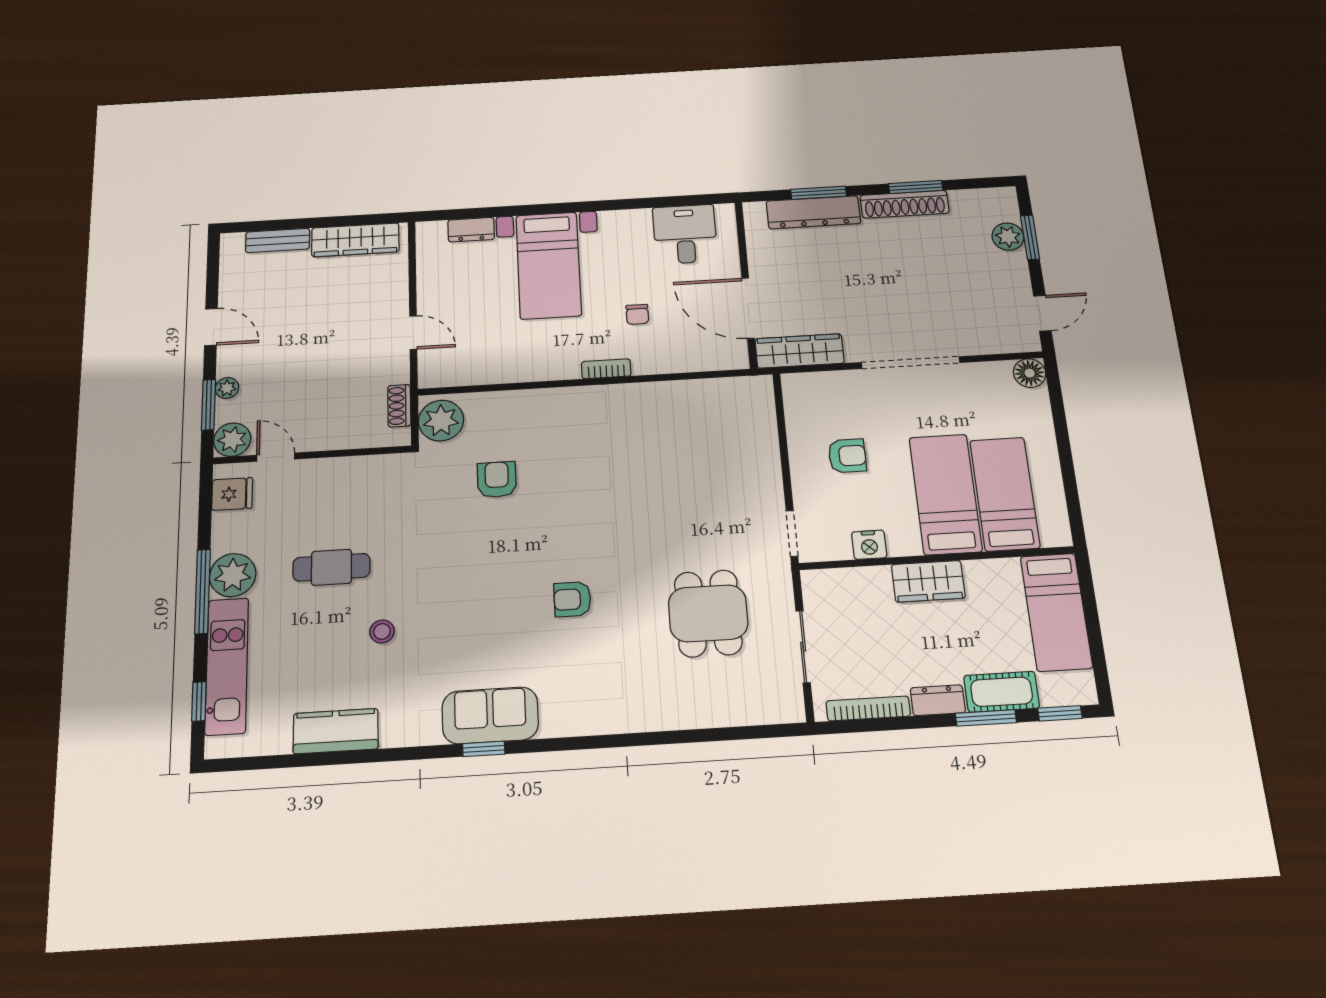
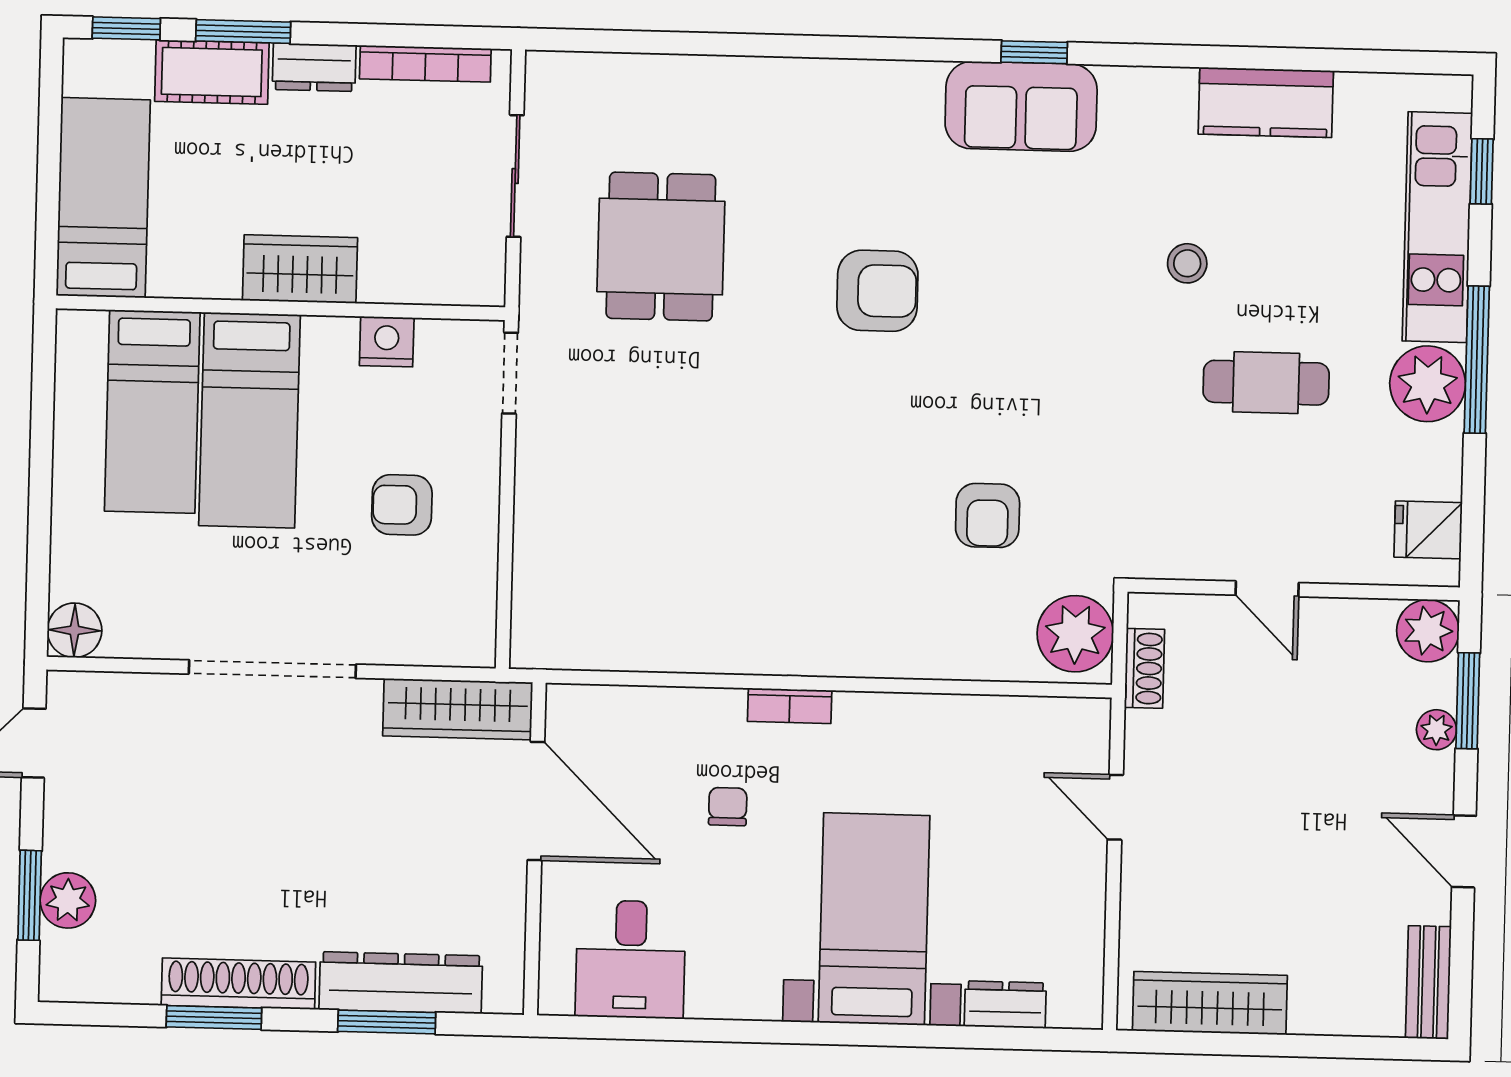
bench: (278, 240) -> (1428, 982), moved, turned 90
door: (276, 457) -> (1267, 589), moved
armchair: (572, 599) -> (877, 291), width x1.38, depth x1.38

